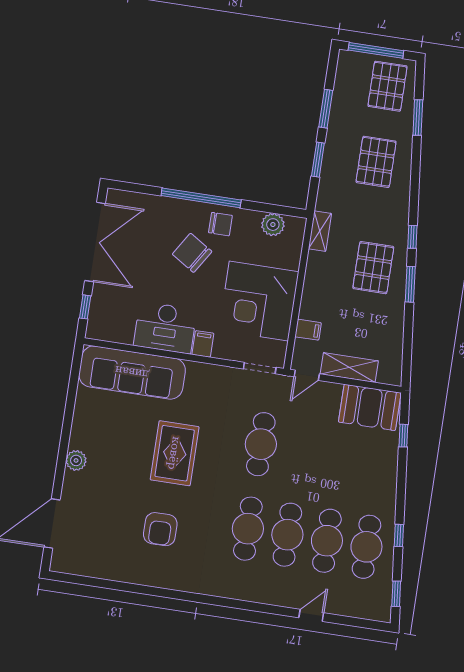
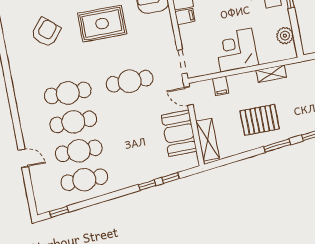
shelving: (320, 231) -> (271, 74), moved
pallet: (373, 268) -> (260, 120), moved
corner desk: (259, 301) -> (236, 50), width x0.74, depth x0.74
shelving: (349, 368) -> (208, 140), moved
booth: (370, 407) -> (179, 133), moved
armchair: (160, 529) -> (46, 32), turned 130
window: (399, 535) -> (147, 185), moved

